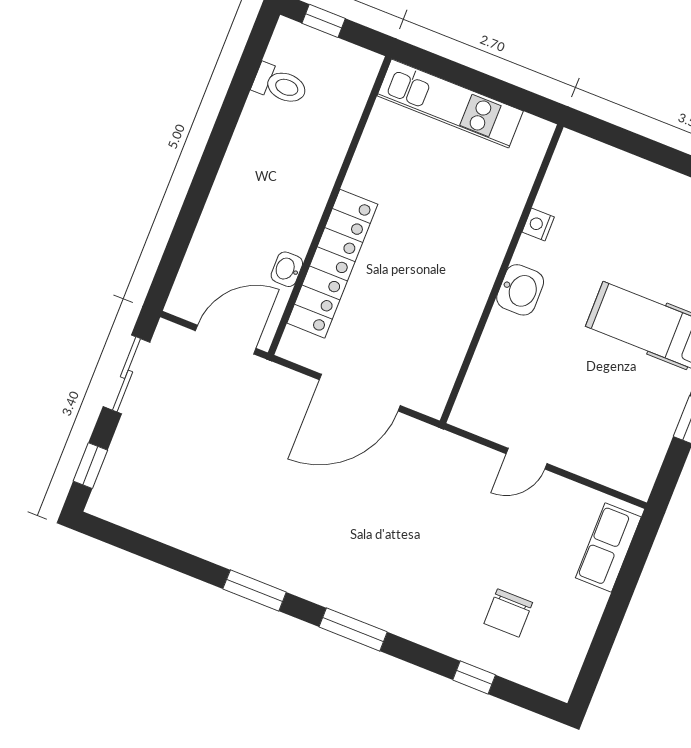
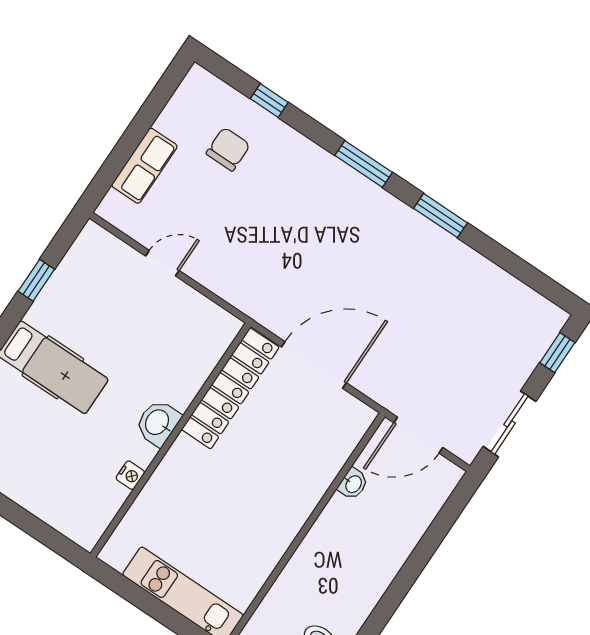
locker: (332, 264) -> (230, 388), moved, turned 180
door: (527, 459) -> (162, 263), moved
row of seats: (608, 547) -> (144, 166), moved

